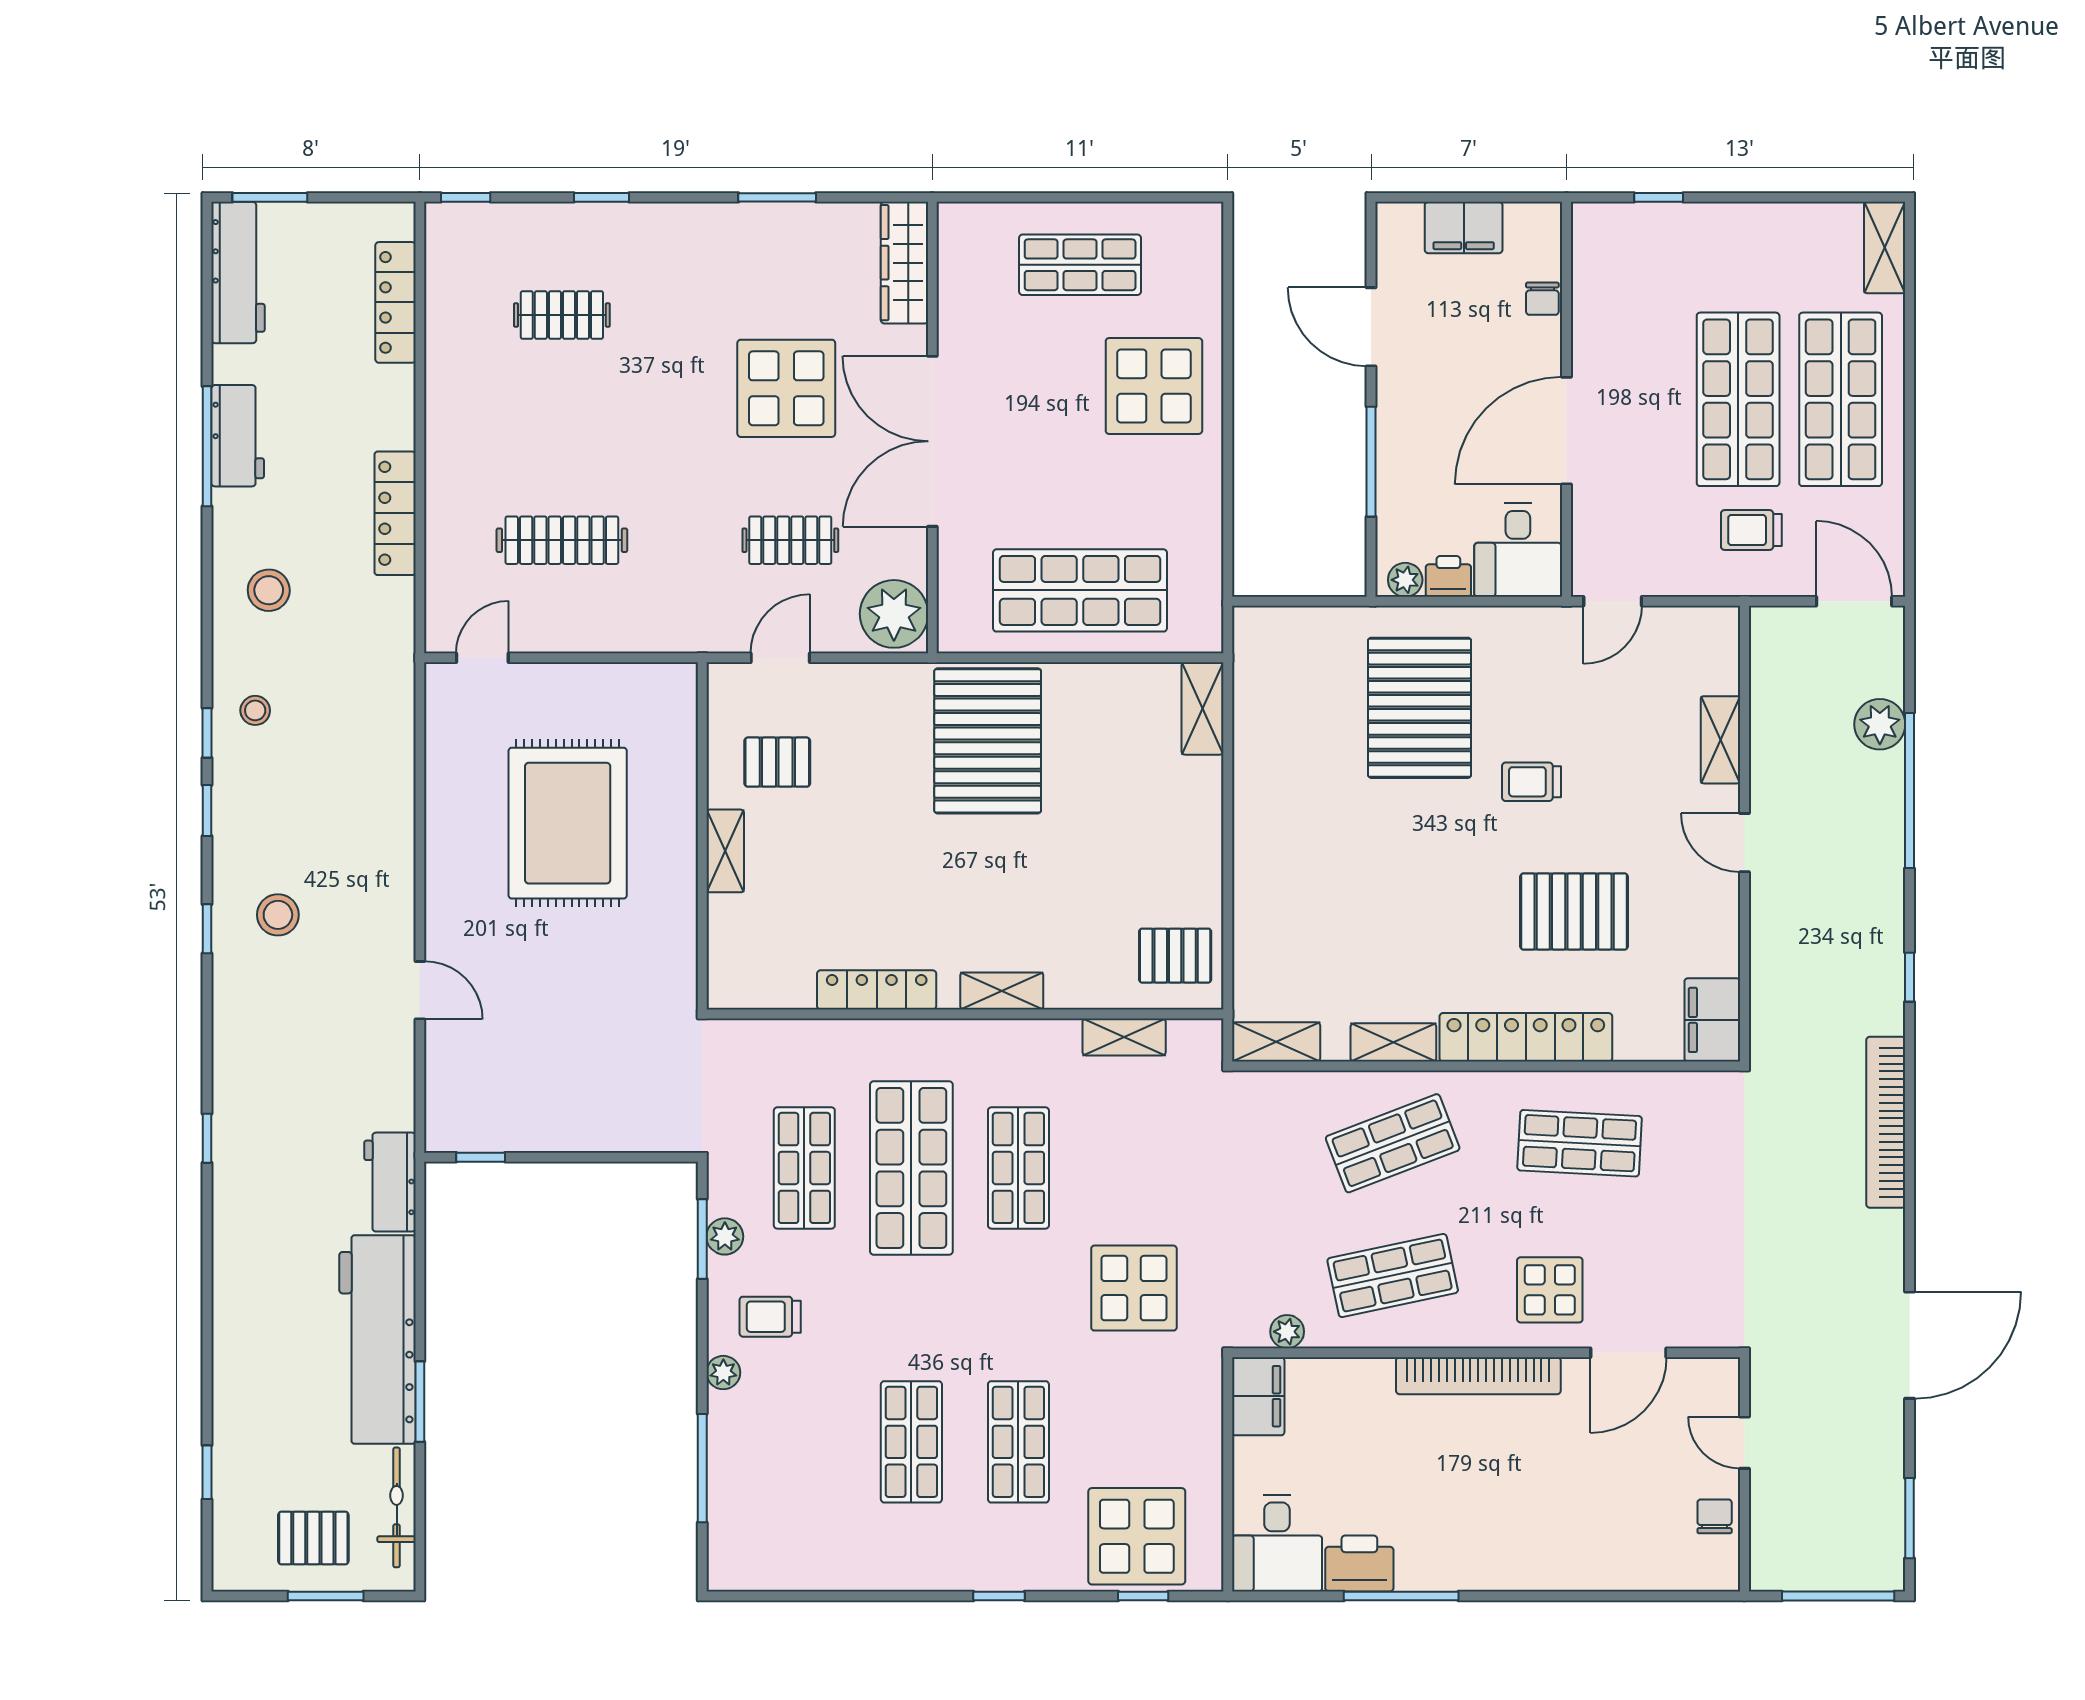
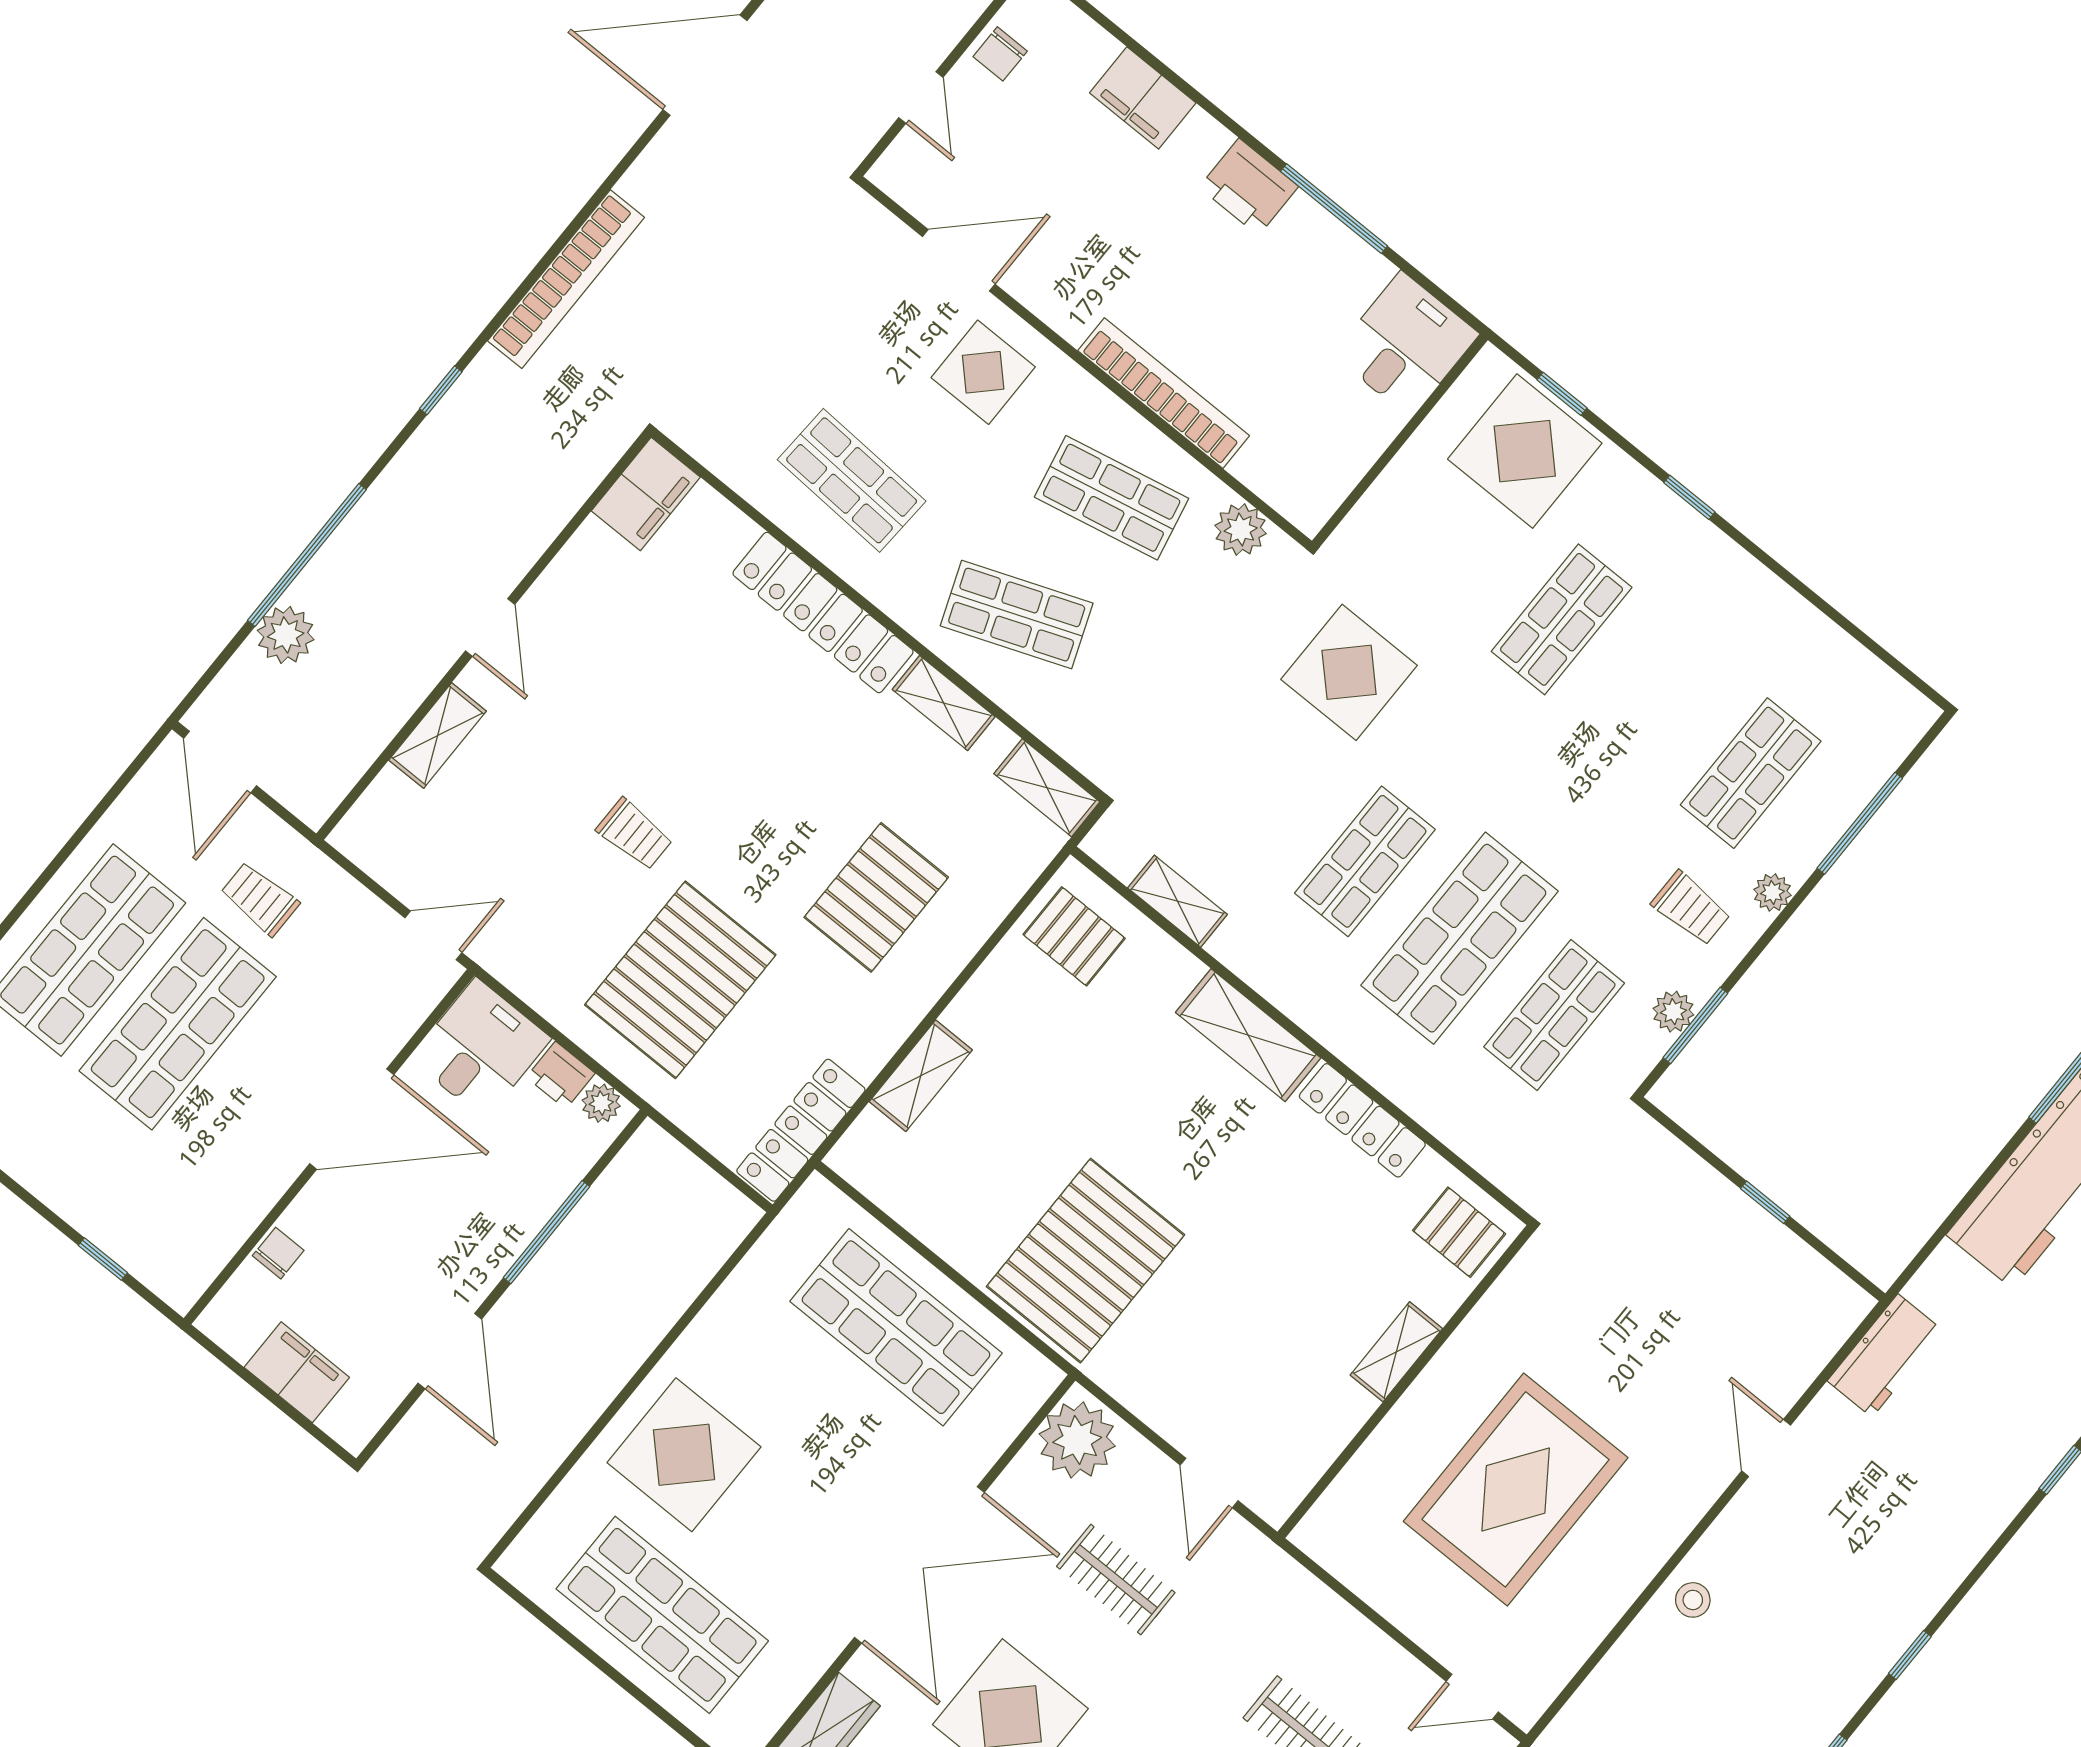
shop shelf: (1080, 265) -> (662, 1615), width x1.43, depth x1.36
trolley: (1751, 530) -> (260, 899), turned 180
door: (780, 658) -> (1209, 1483), hinge flipped
locker: (1254, 672) -> (801, 1130), added
shelving: (1202, 708) -> (921, 1076), moved
pallet: (777, 762) -> (1459, 1232), moved
pallet: (1574, 911) -> (876, 897), moved, turned 90
stool: (278, 915) -> (1693, 1600), moved, width x0.73, depth x0.73
shelving: (1002, 991) -> (1248, 1035), width x1.50, depth x1.33
window: (481, 1157) -> (1765, 1202), moved
workbench: (390, 1182) -> (1885, 1356), moved
plant: (1287, 1332) -> (1241, 529), width x1.38, depth x1.38
bookcase: (1478, 1376) -> (1164, 393), moved
filing cabinet: (1258, 1396) -> (1143, 98), moved, turned -90
shop shelf: (911, 1442) -> (1751, 773), moved
printer: (1359, 1563) -> (1249, 187), moved

